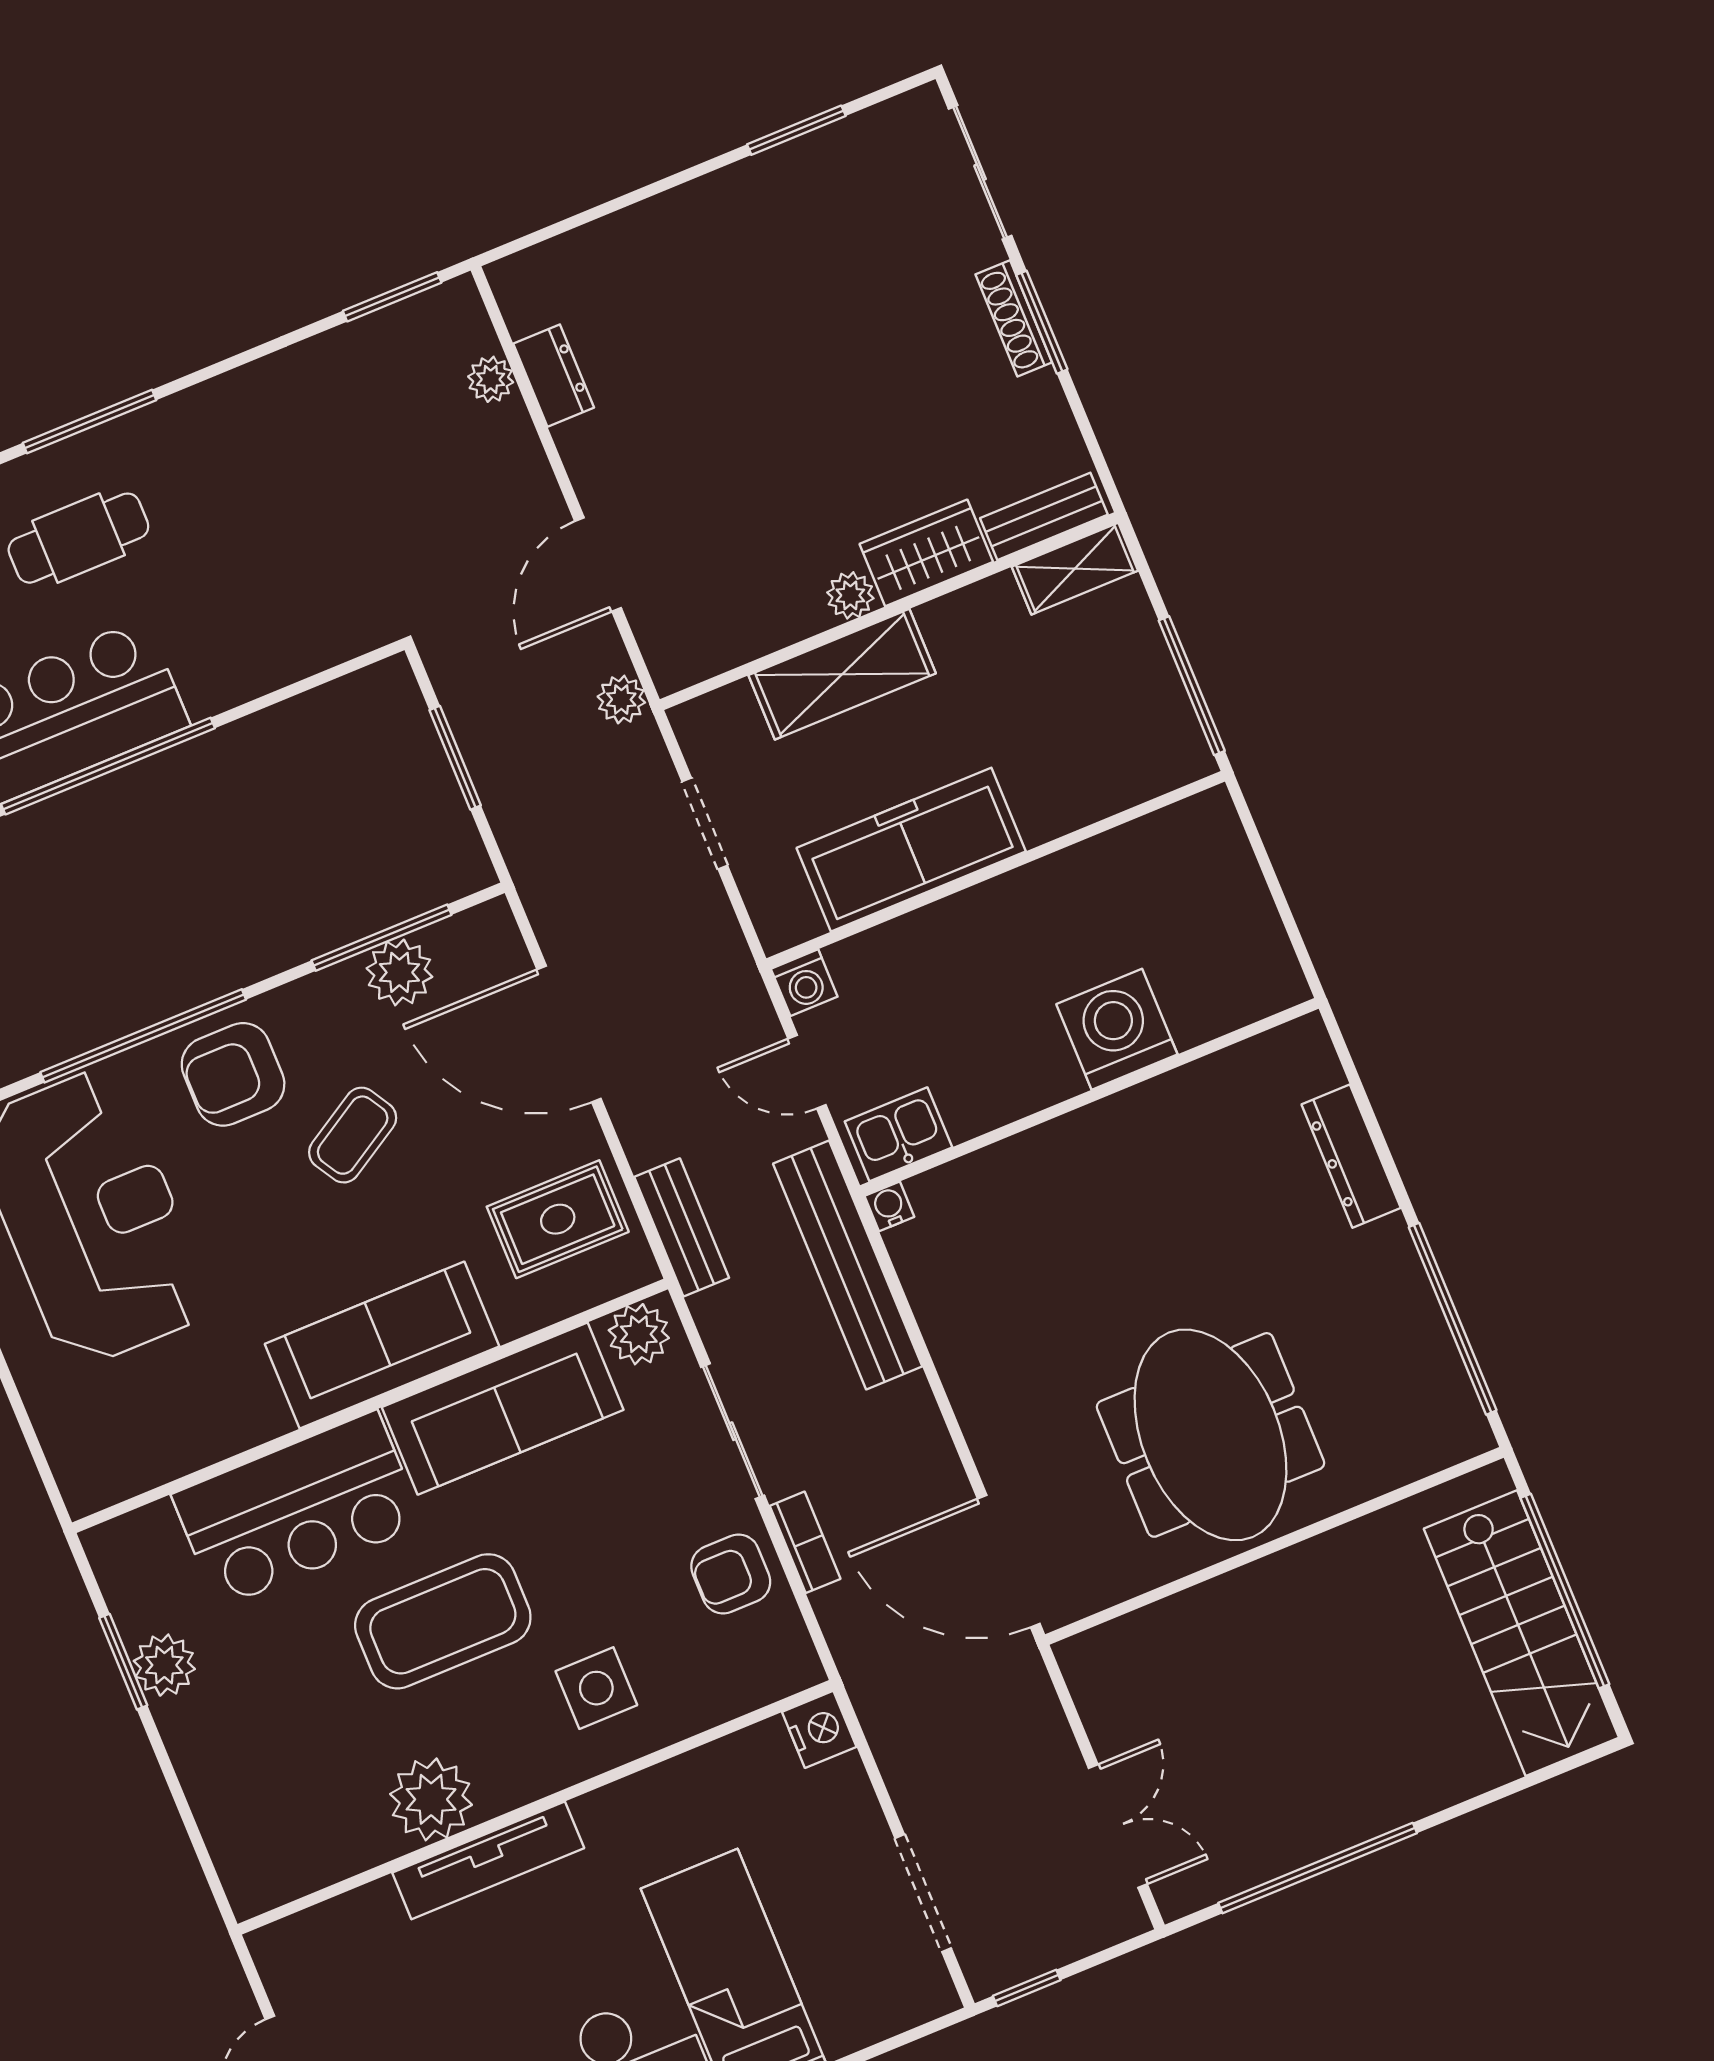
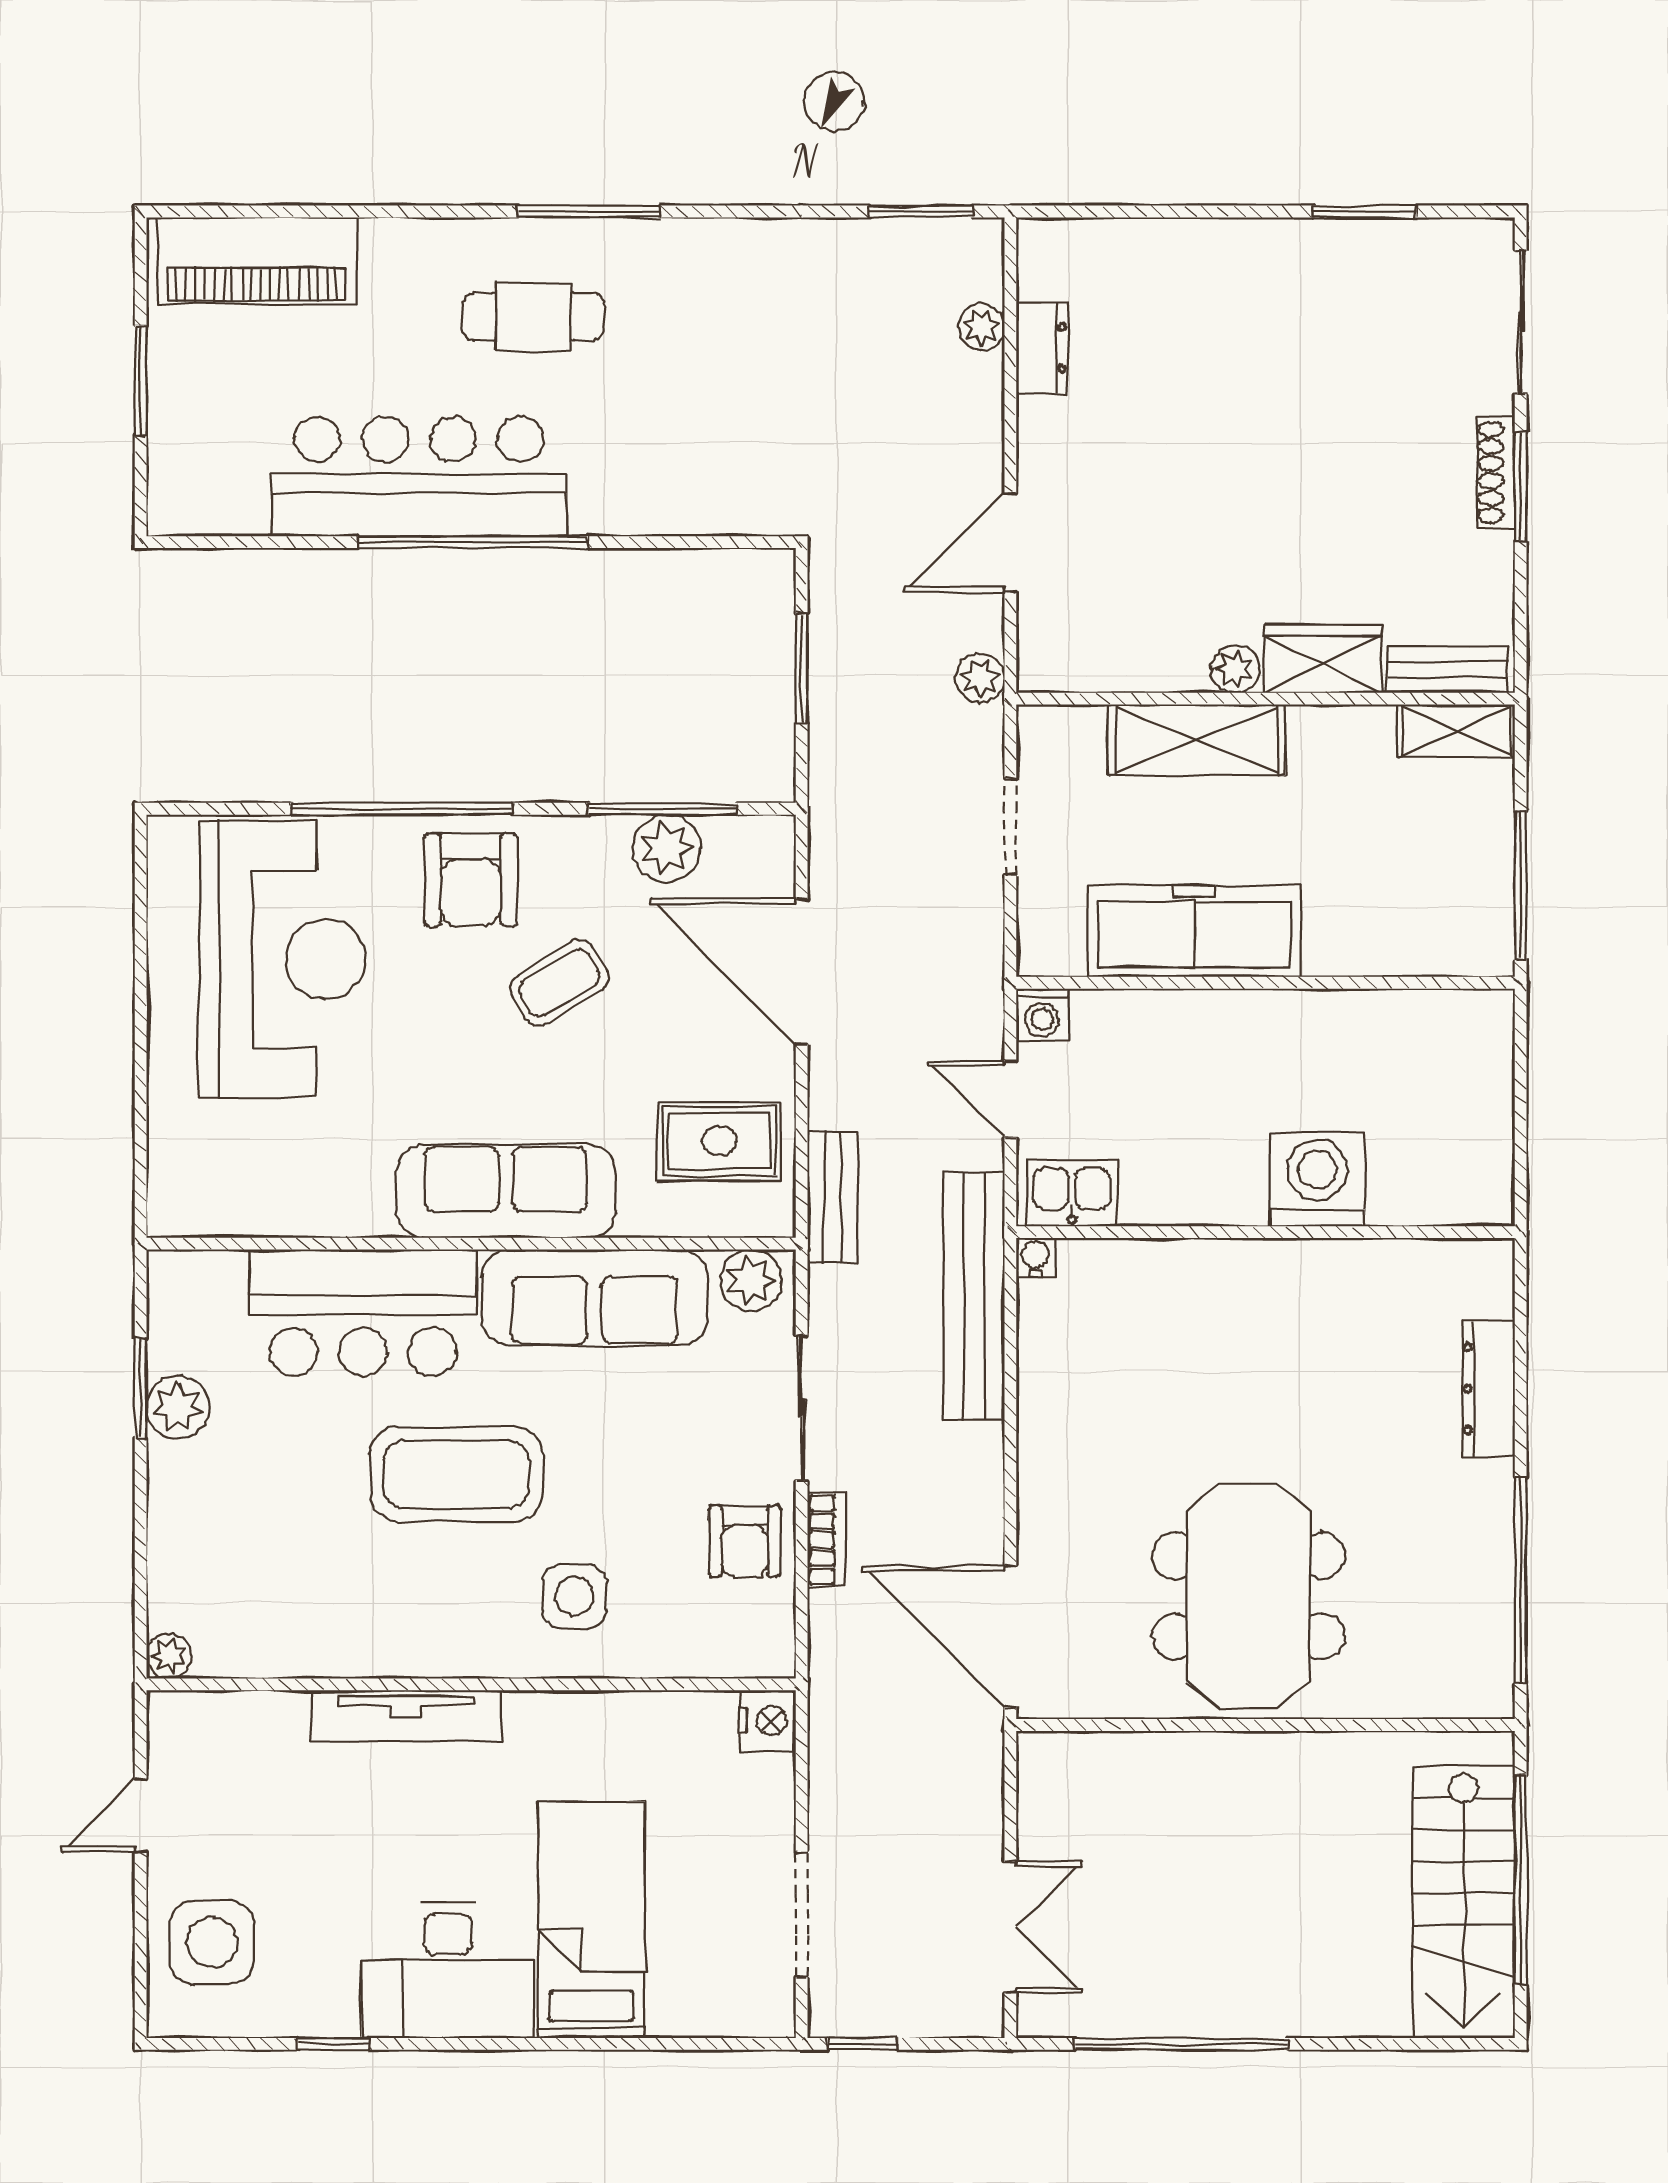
armchair: (233, 1074) -> (471, 880), turned -90
armchair: (731, 1574) -> (745, 1541), turned -90
plant: (431, 1799) -> (169, 1656), moved, width x0.53, depth x0.53

